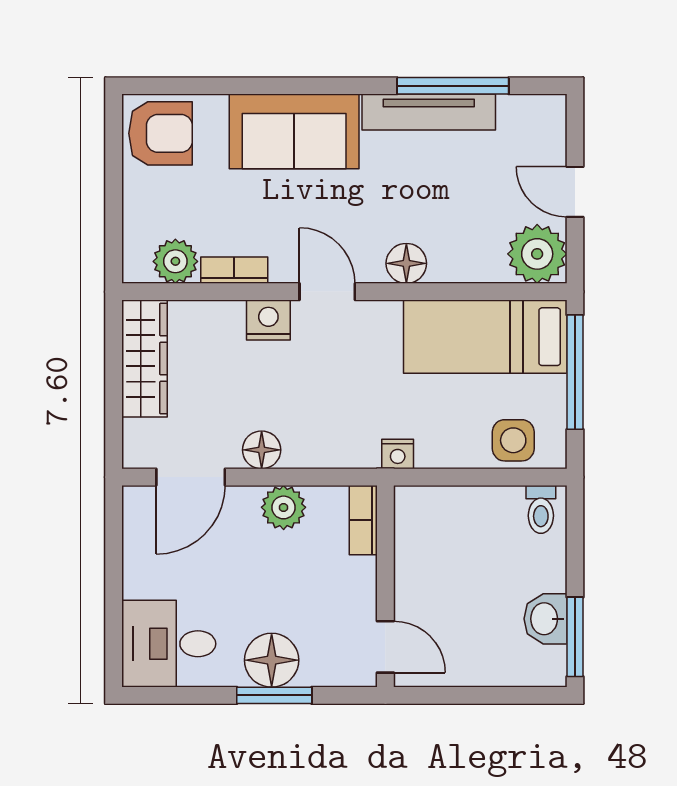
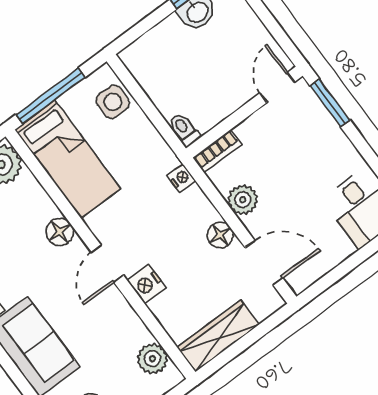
bookcase: (234, 270) -> (133, 323), removed
nightstand: (398, 454) -> (181, 178), moved
toilet: (541, 509) -> (184, 129), moved, turned -90
floor lamp: (272, 660) -> (331, 144), removed
window: (274, 695) -> (330, 103), moved

